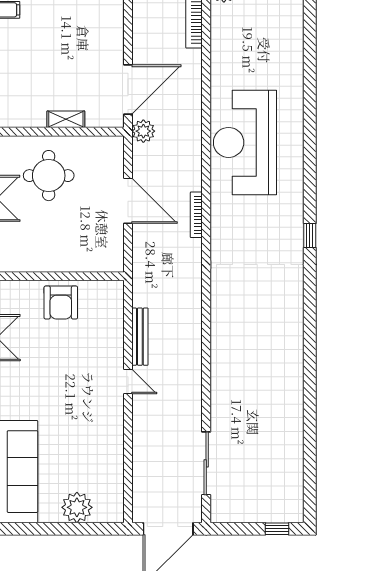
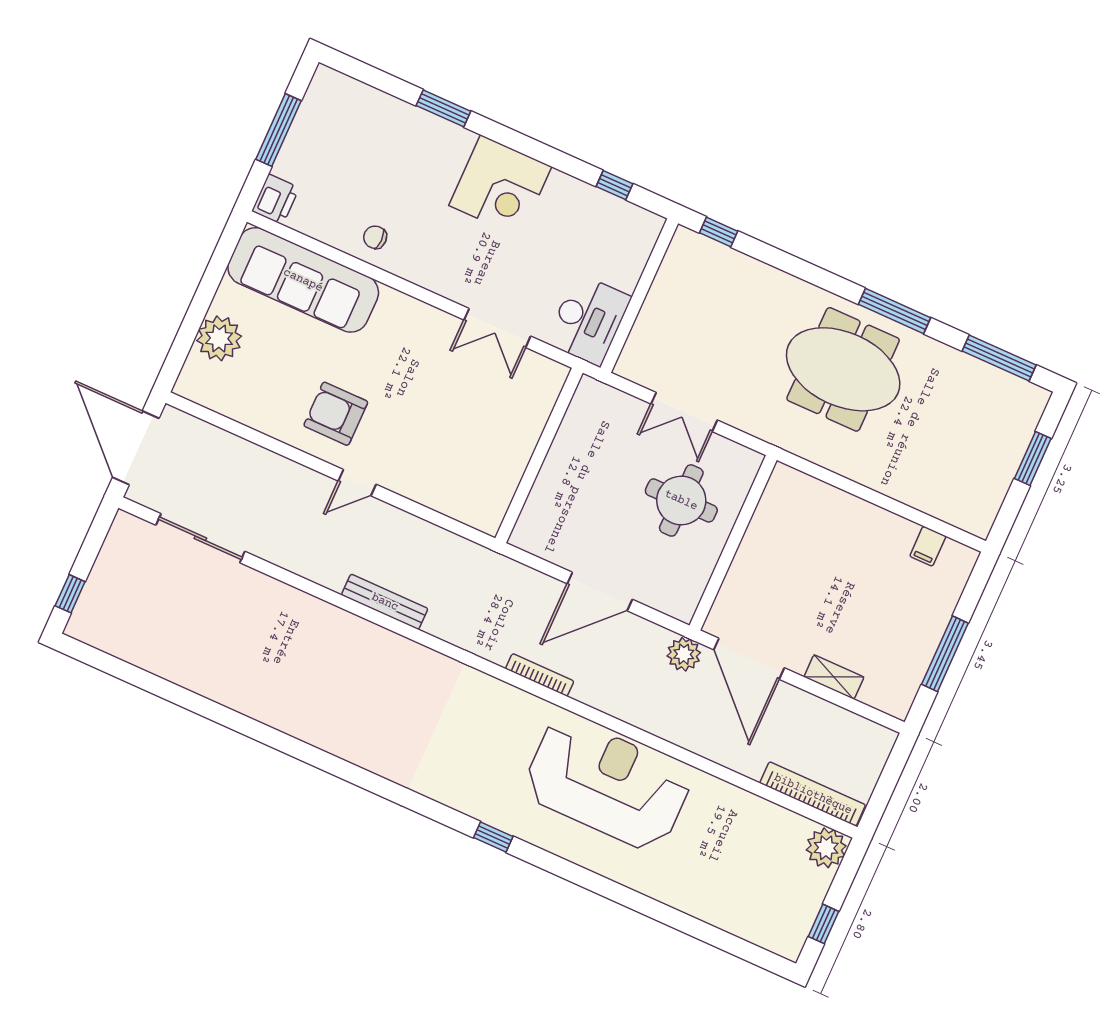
shelving: (66, 119) -> (834, 677), moved, turned 90
window: (310, 235) -> (493, 837), moved
armchair: (61, 303) -> (336, 414), moved
bench: (140, 337) -> (385, 602), moved

